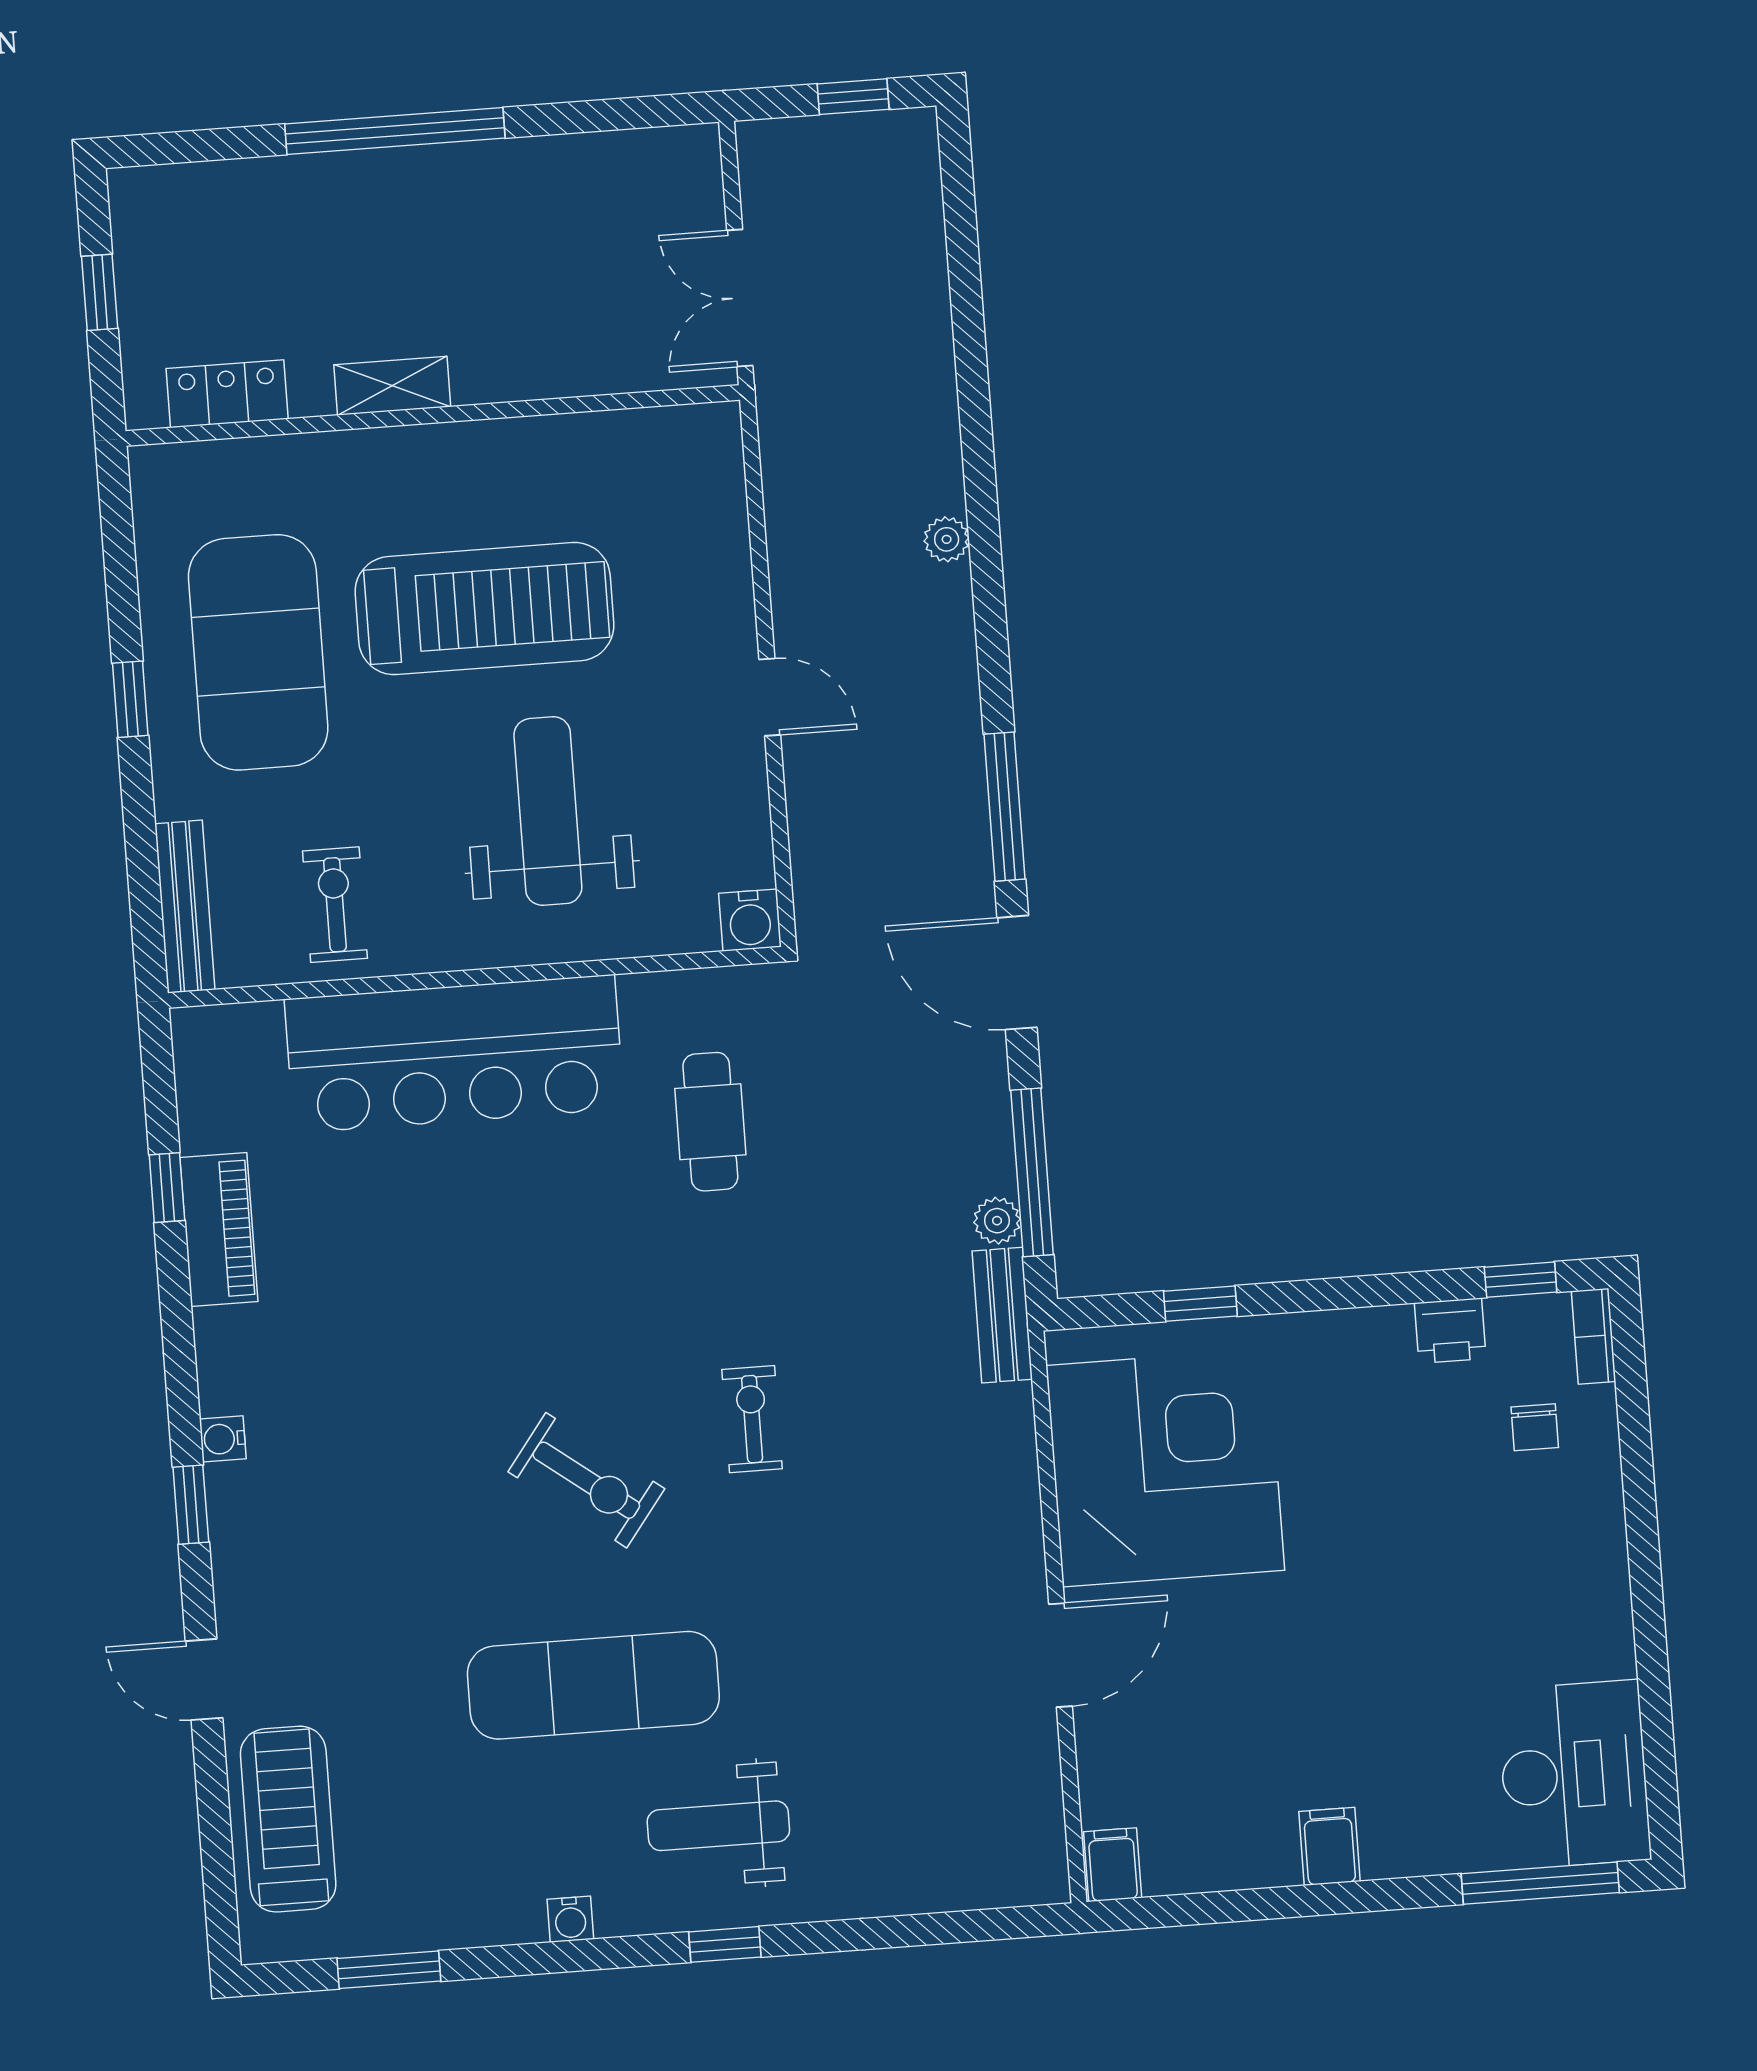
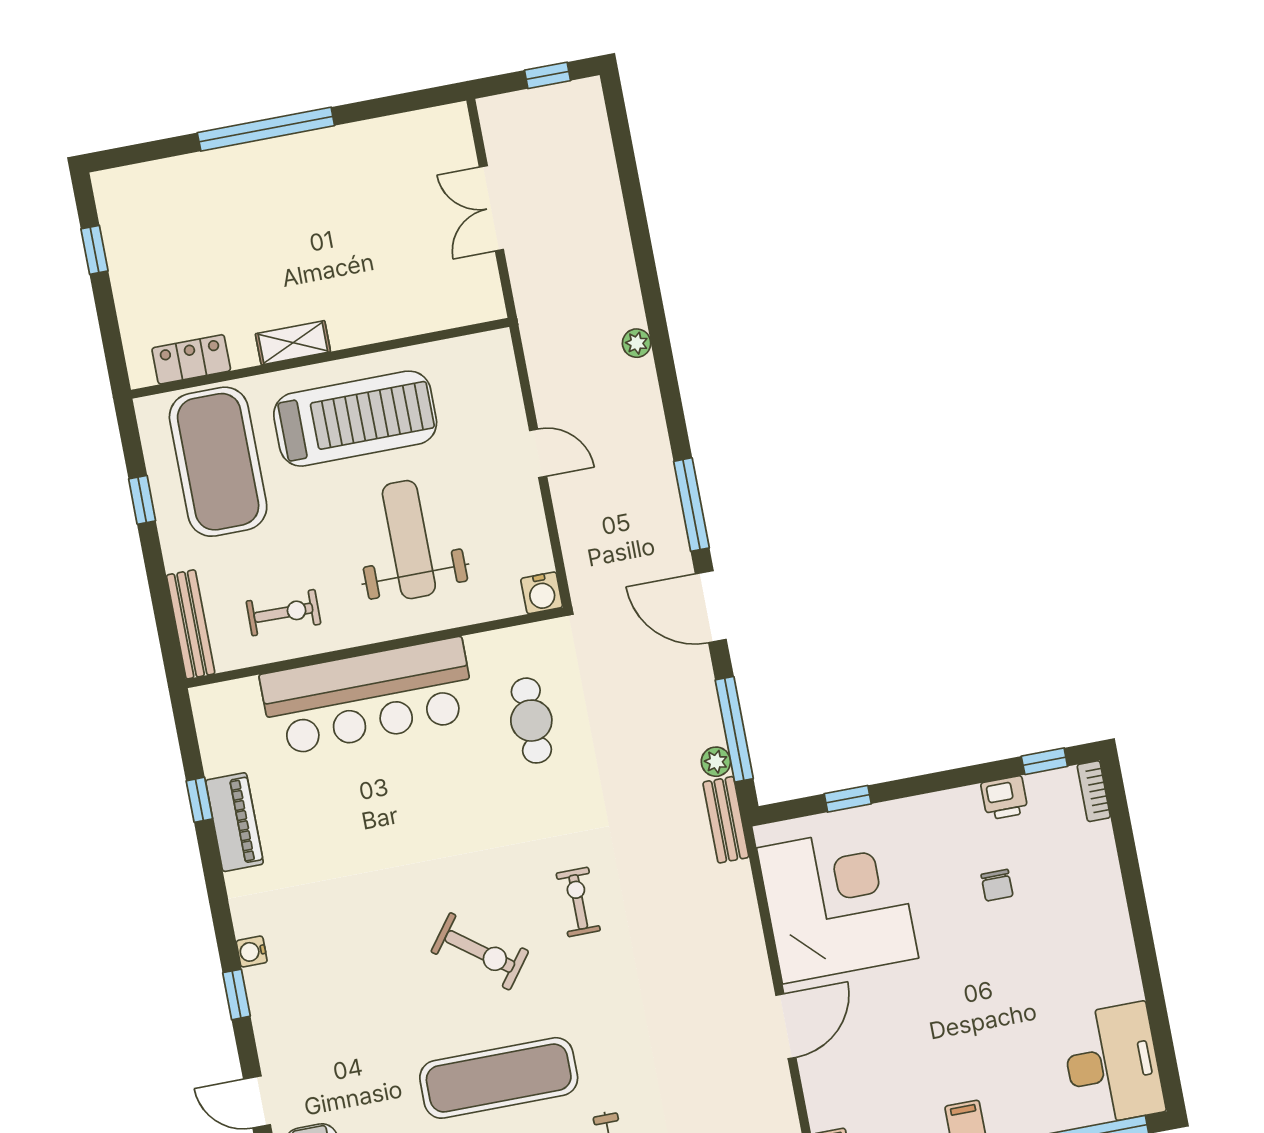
shelving: (392, 386) -> (293, 343), moved
locker: (227, 394) -> (191, 359), moved
wall: (433, 416) -> (320, 358), moved
exercise bike: (335, 905) -> (283, 613), turned 91
chair: (1535, 1427) -> (997, 885), moved

